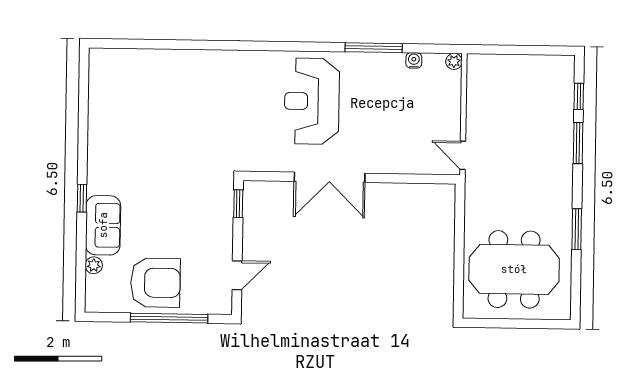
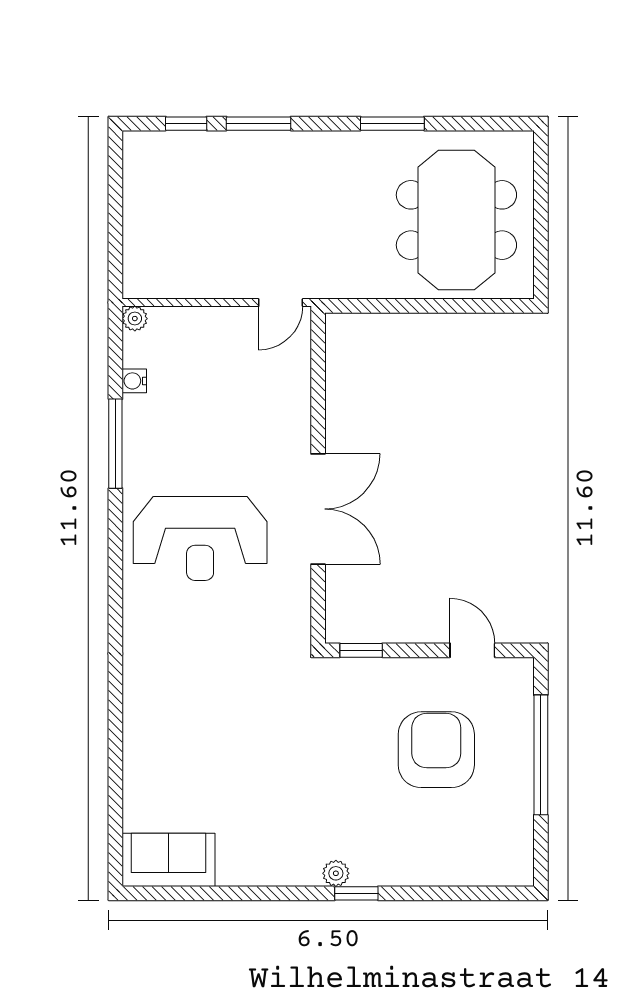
sofa: (103, 225) -> (169, 860), moved
plant: (94, 265) -> (336, 873), moved
armchair: (155, 283) -> (436, 750), moved

